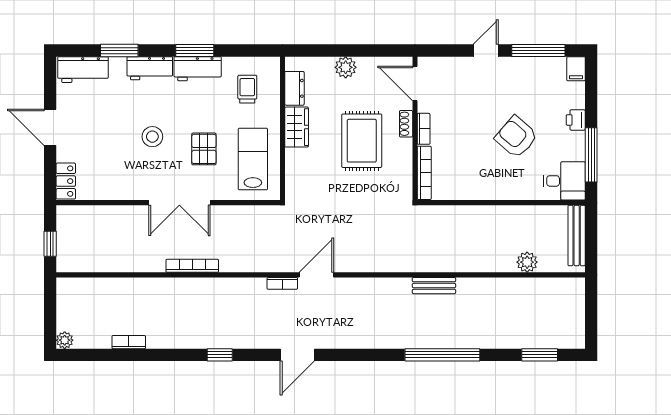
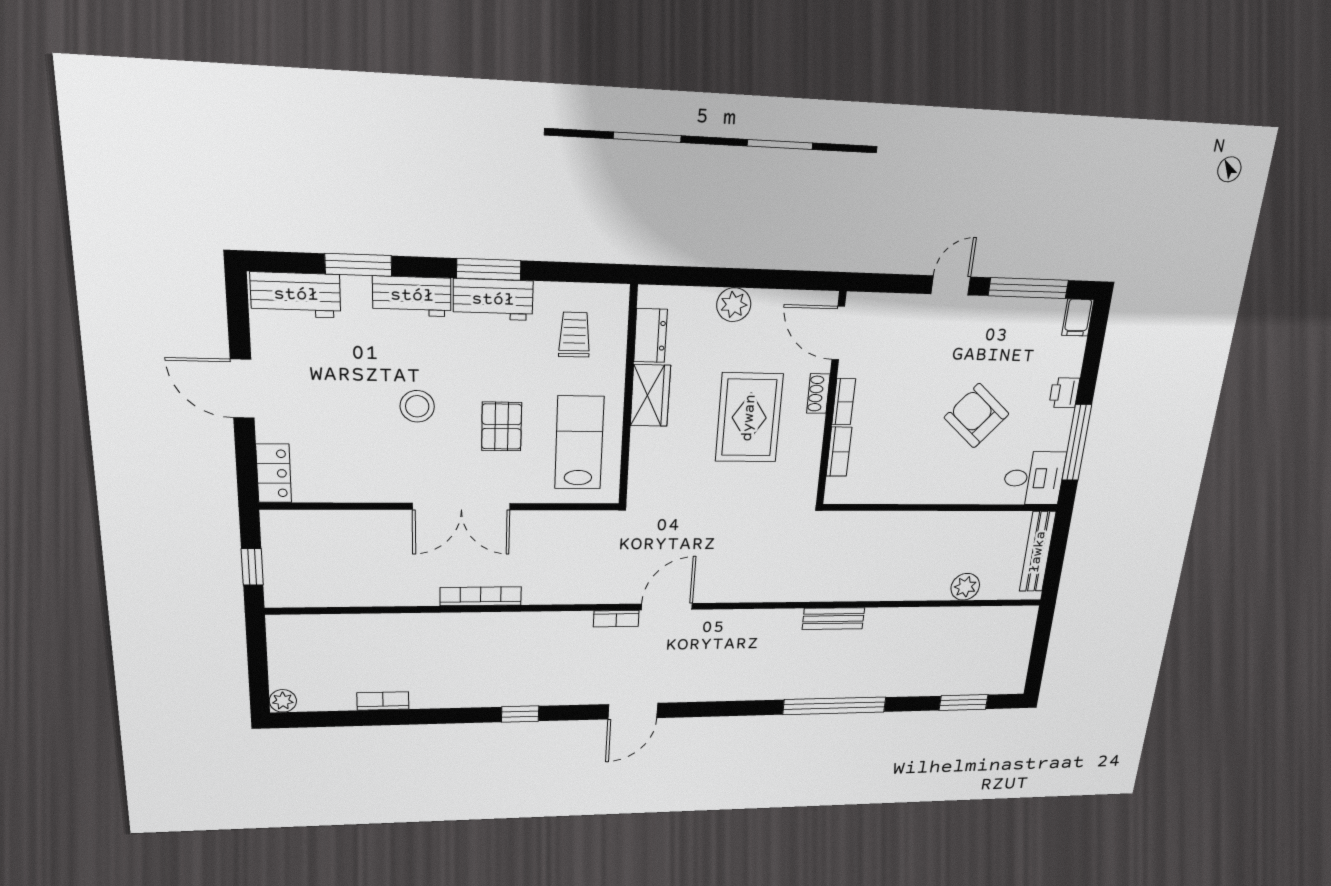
bookcase: (424, 173) -> (839, 452), width x0.64

